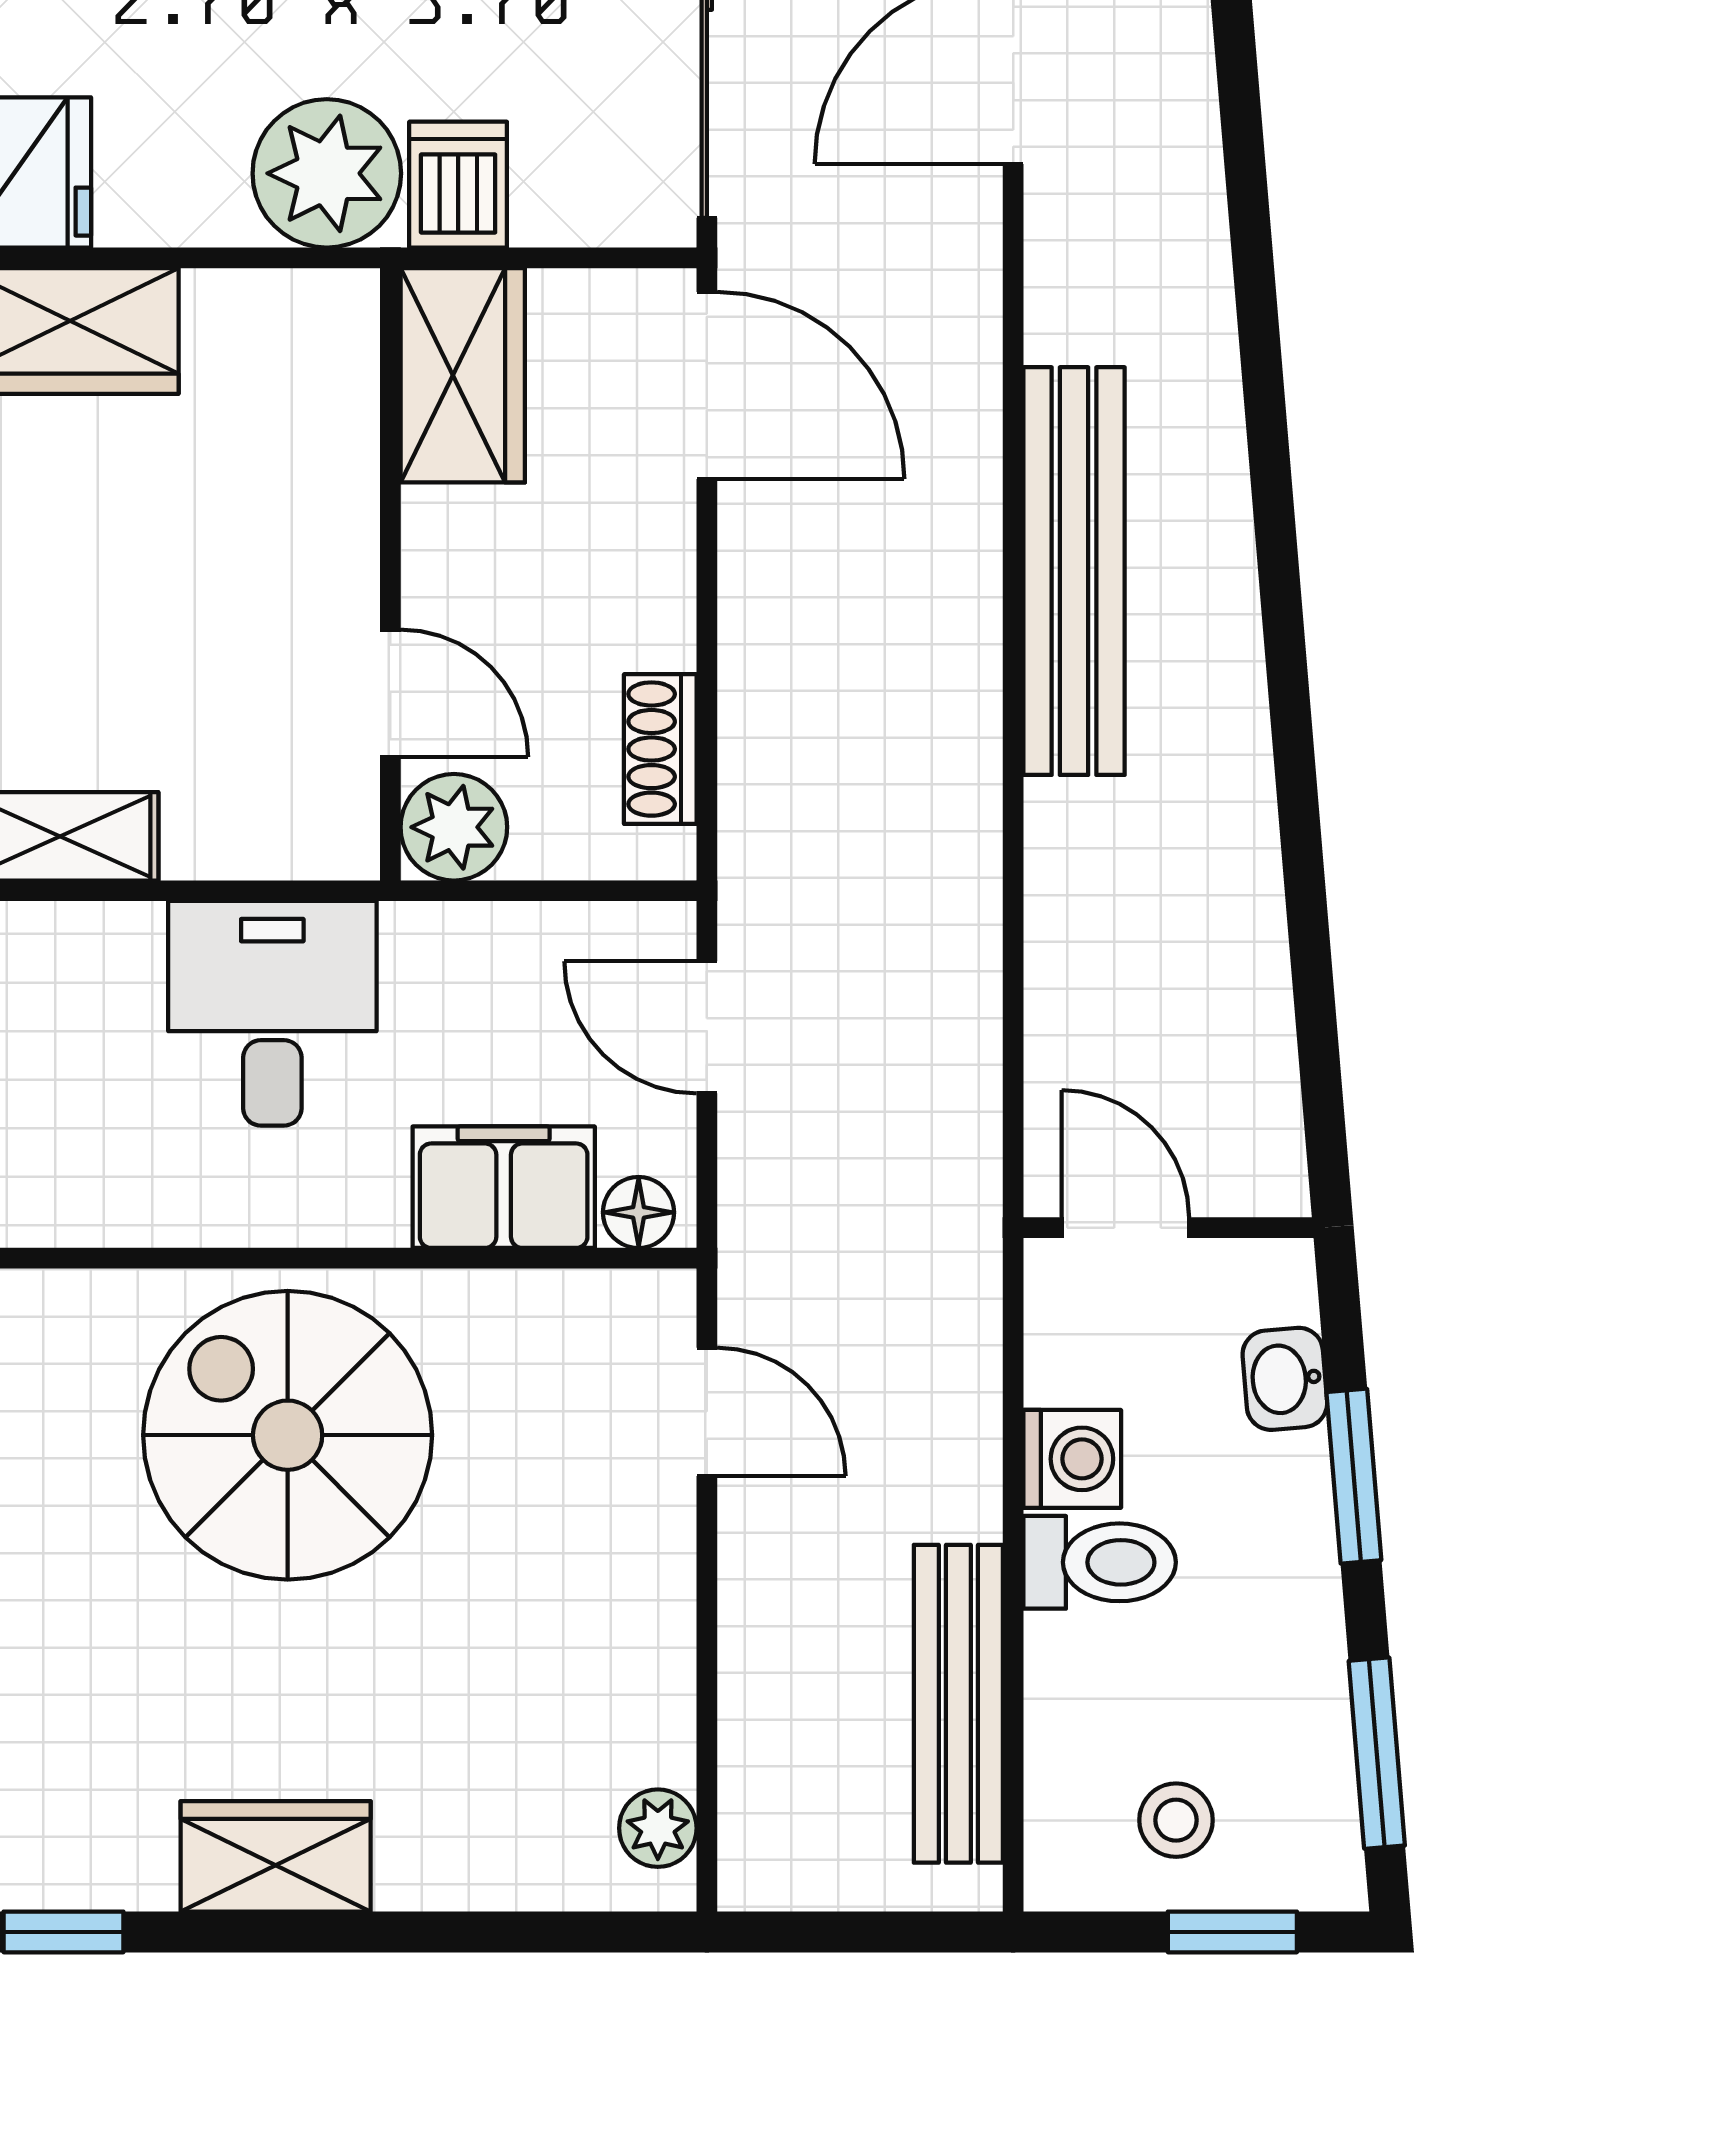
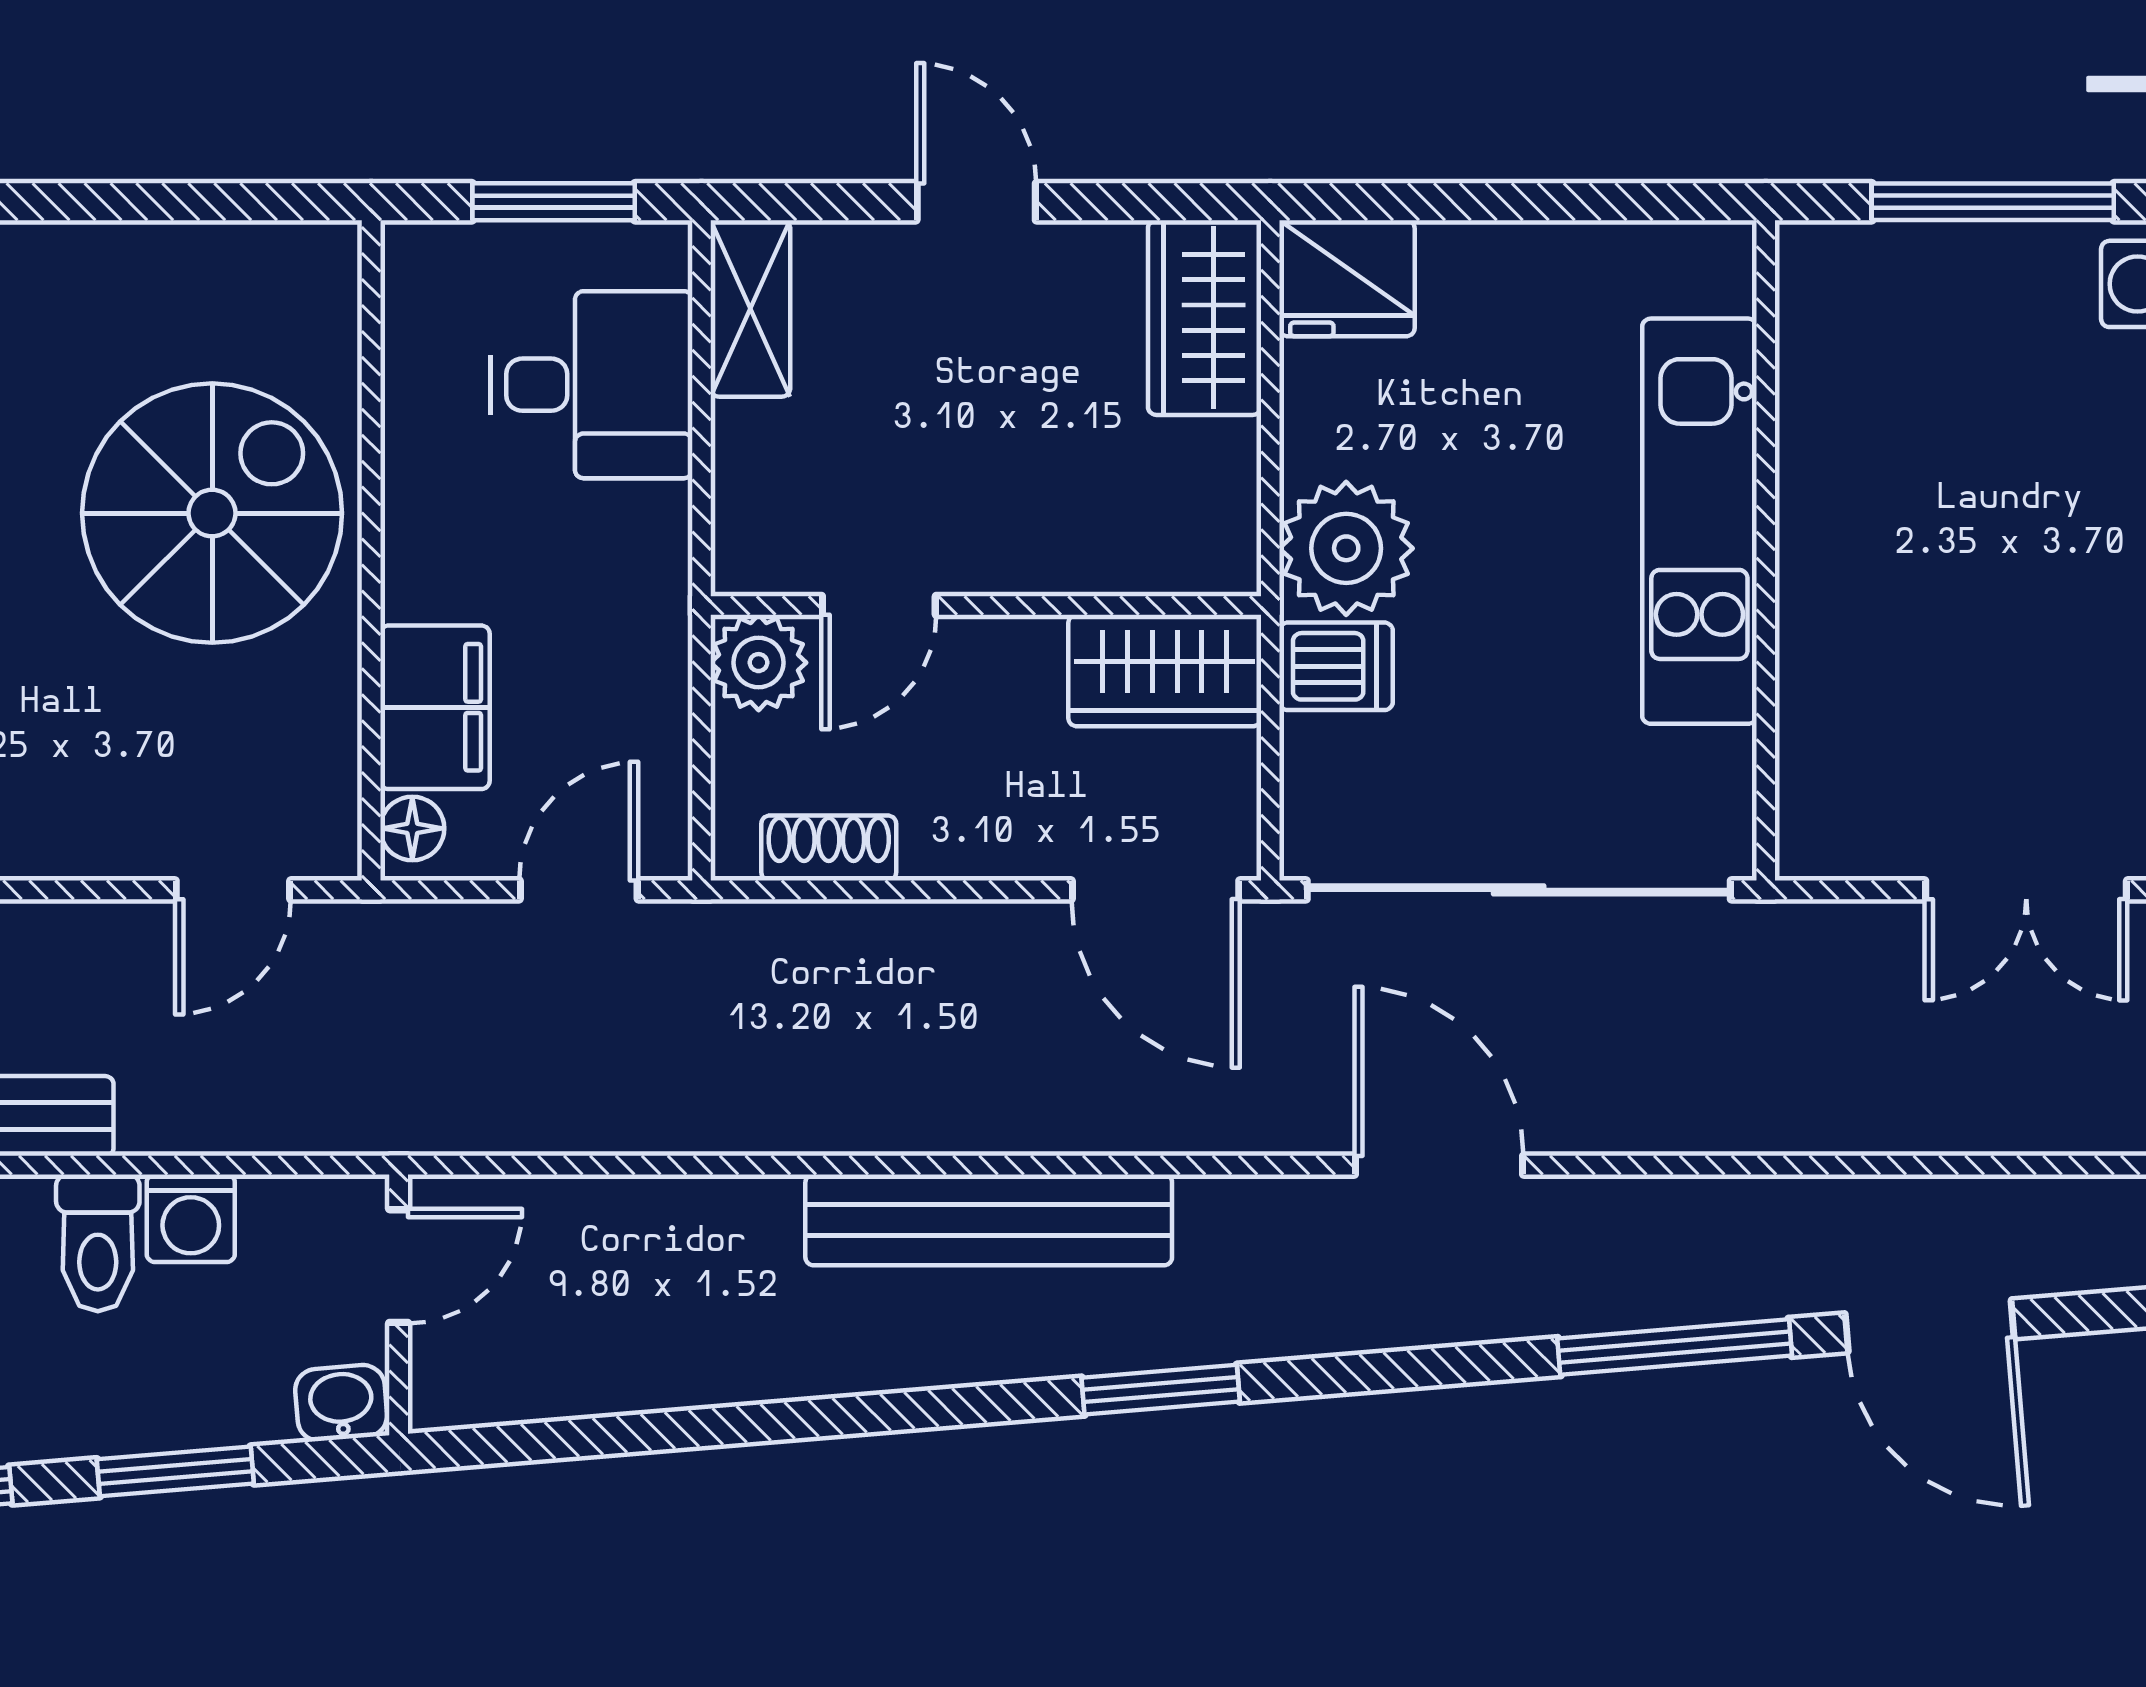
window: (1263, 380) -> (1161, 1390), added
door: (707, 385) -> (1156, 890), hinge flipped
desk: (272, 1013) -> (591, 385), moved
washbasin: (1285, 1379) -> (341, 1403), moved

